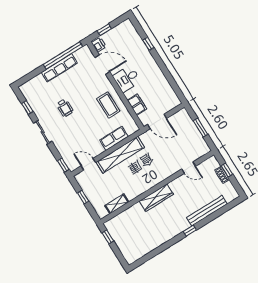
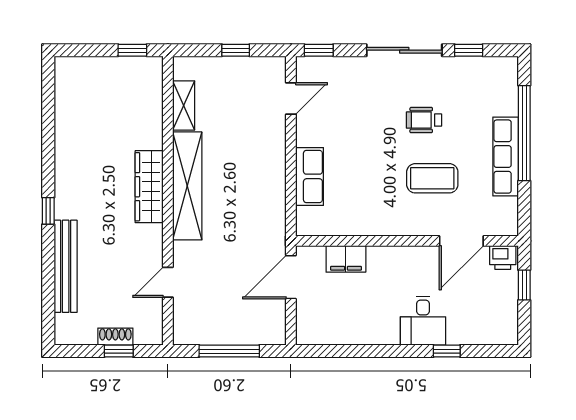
window: (63, 55) -> (524, 133), moved
desk: (127, 79) -> (423, 321), moved, turned 180
coffee table: (108, 105) -> (432, 178), moved
window: (200, 127) -> (229, 351), width x1.44
sliding door: (43, 132) -> (404, 50), width x1.37
shelving: (120, 155) -> (187, 186), moved

